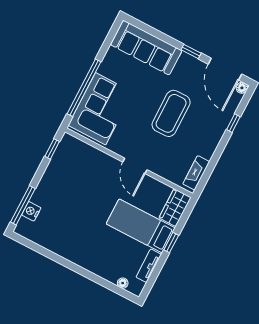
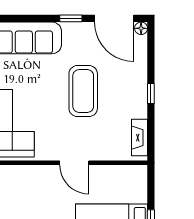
window: (233, 123) -> (151, 93), moved
wardrobe: (175, 208) -> (136, 184), removed

